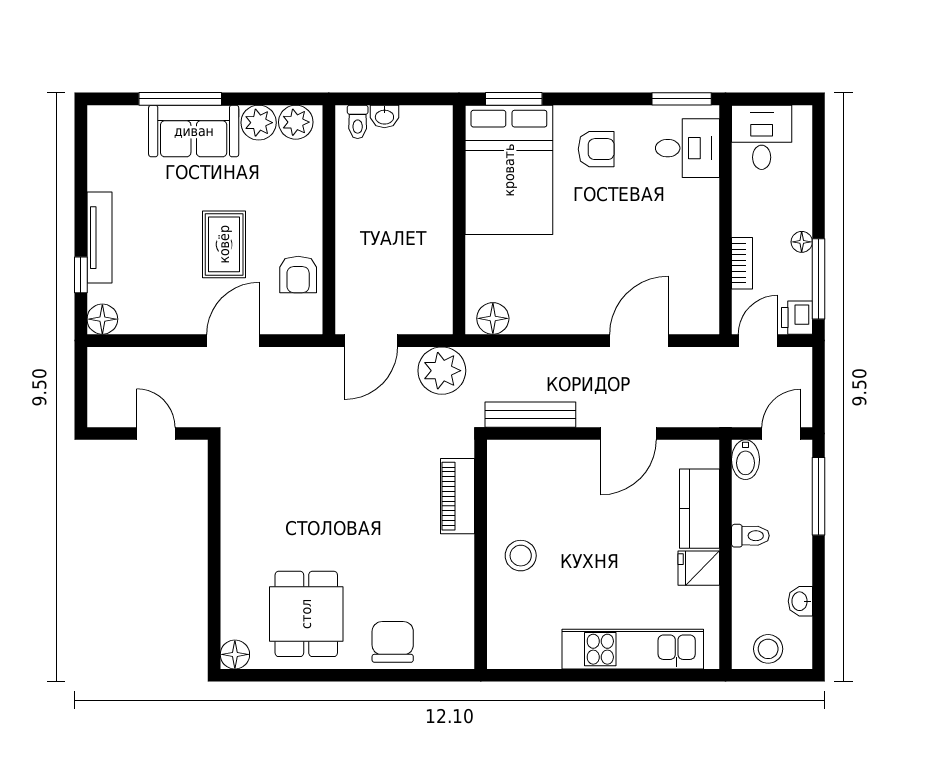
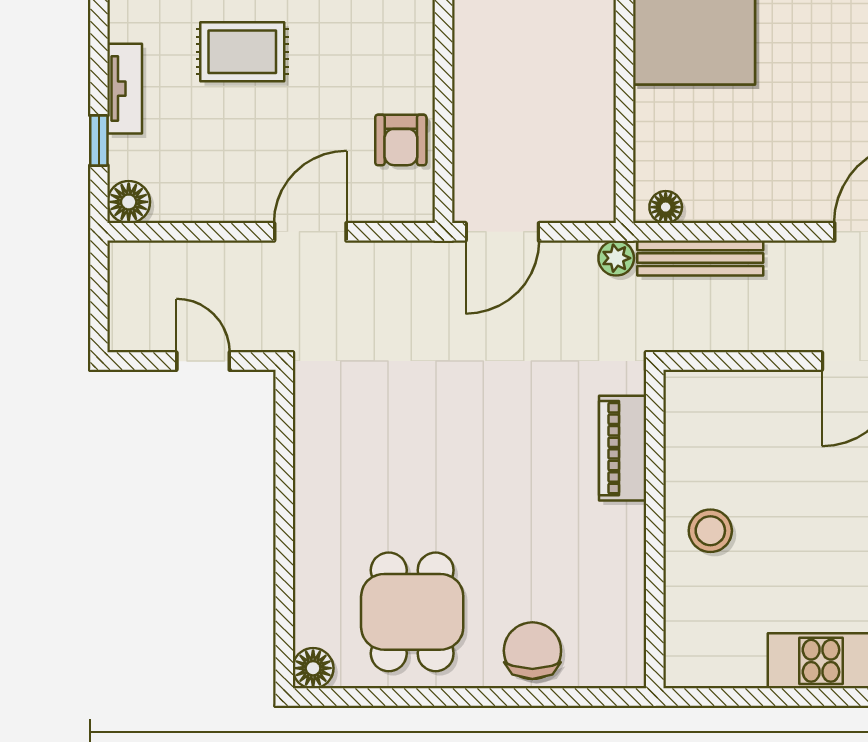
tv unit: (99, 238) -> (125, 89), width x0.71
rug: (224, 244) -> (242, 52), moved, turned 90
floor lamp: (493, 318) -> (666, 207), width x0.73, depth x0.73
plant: (442, 371) -> (616, 258), width x0.53, depth x0.53
bench: (530, 415) -> (700, 258), moved

